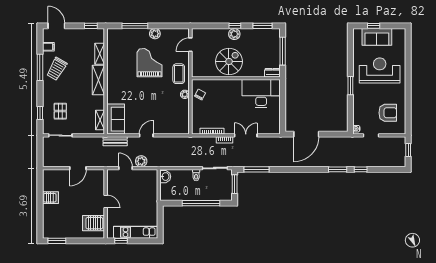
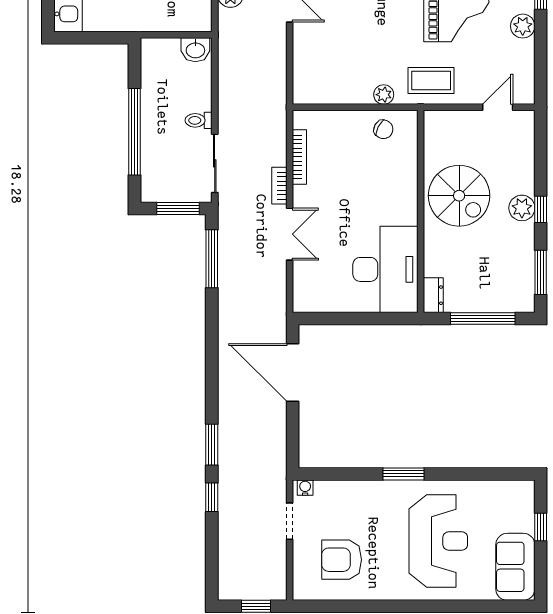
sofa: (377, 37) -> (515, 567), moved
door: (190, 45) -> (498, 107), hinge flipped
armchair: (388, 113) -> (342, 560), turned 90

